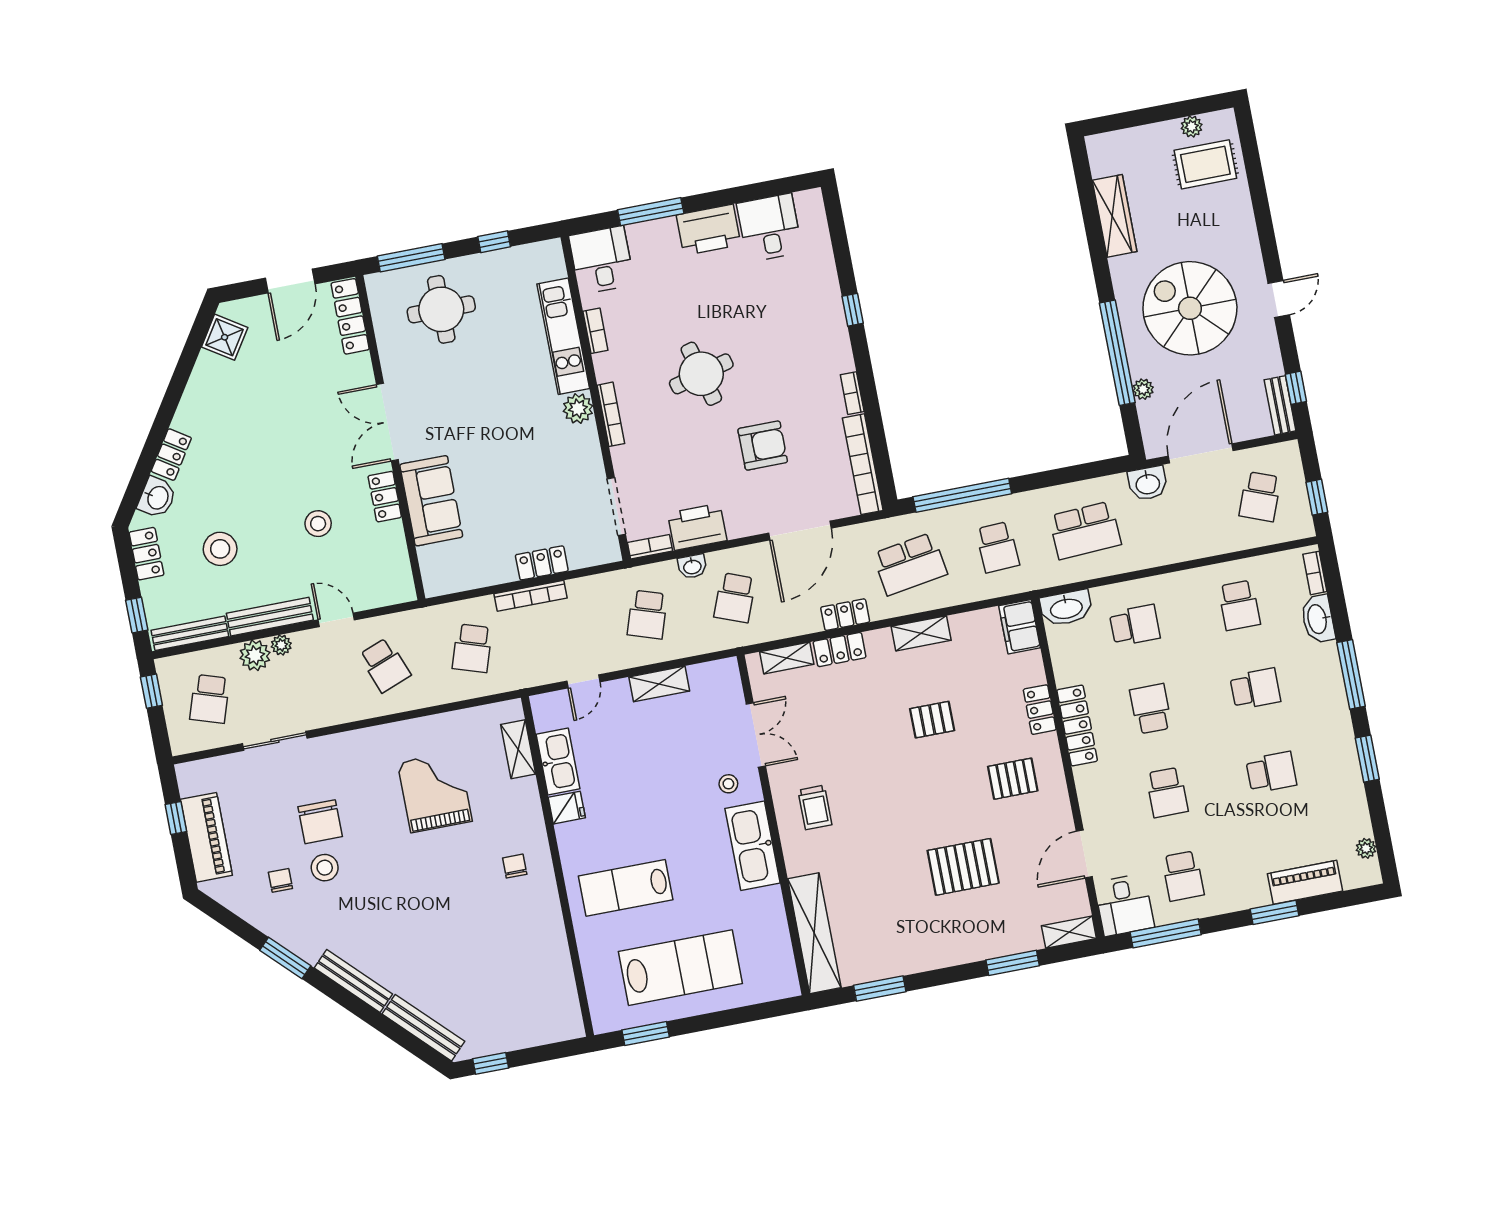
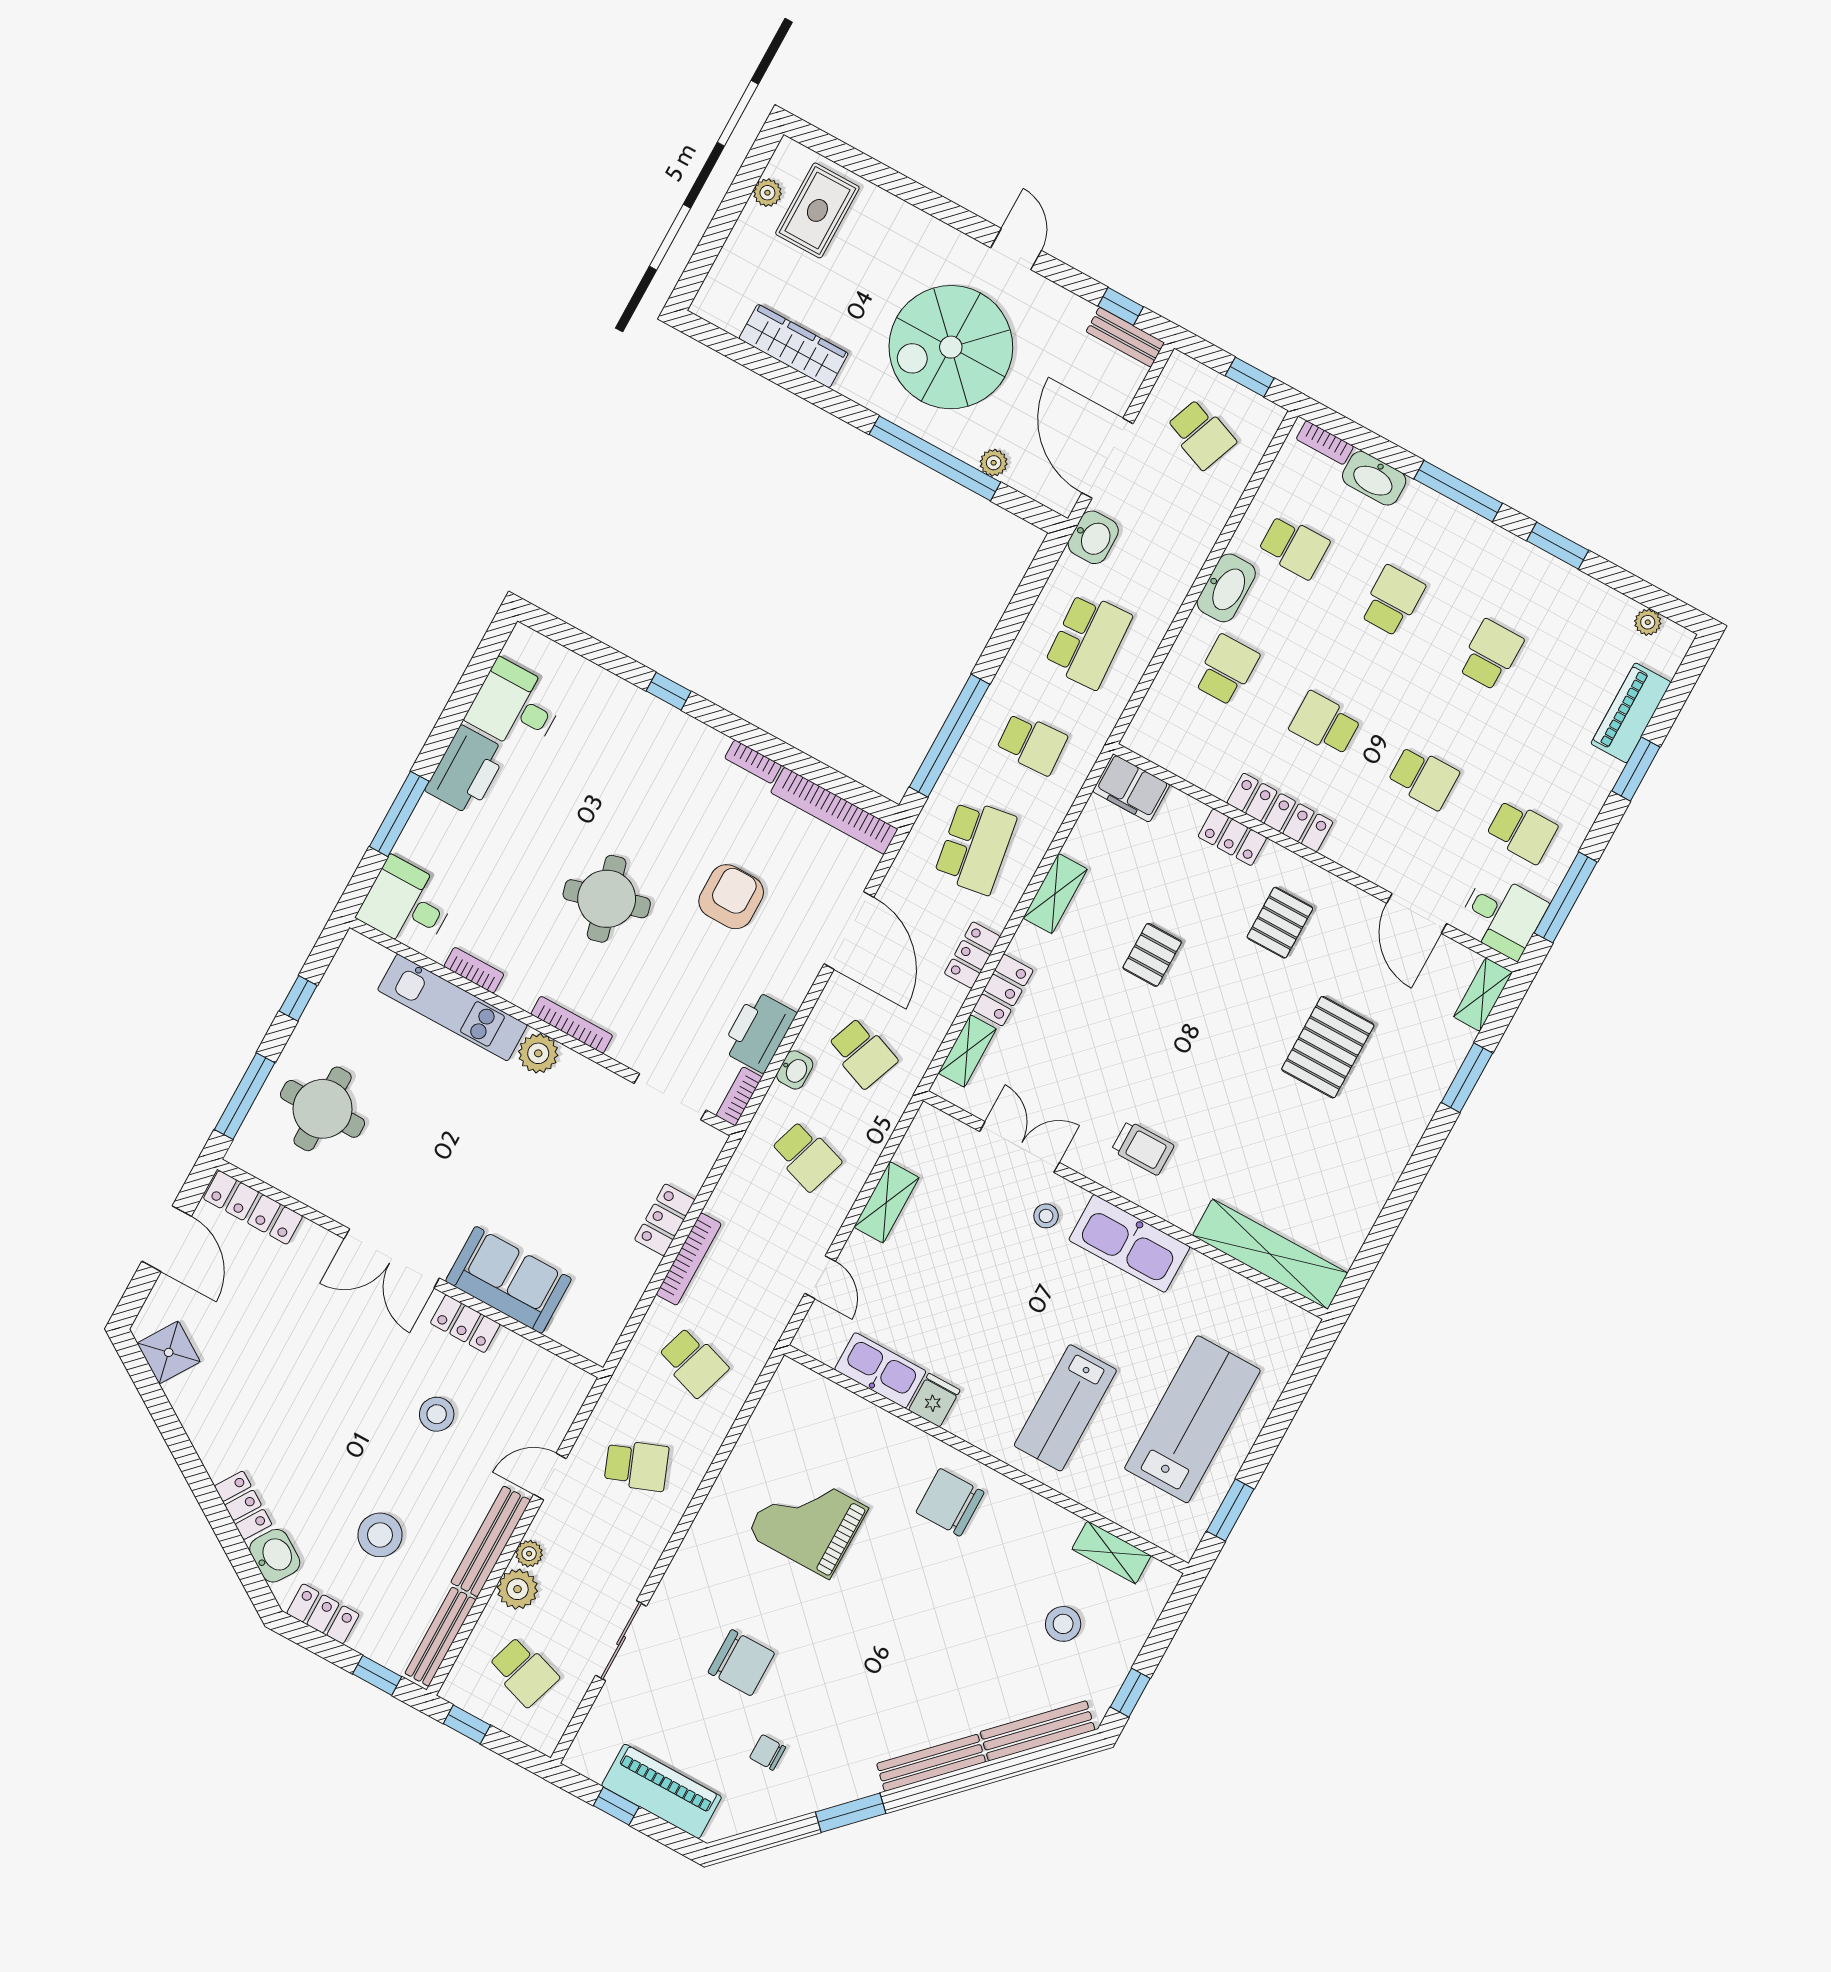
washbasin: (1066, 608) -> (1226, 588), moved
shelving: (518, 749) -> (1111, 1552), moved
chair: (515, 866) -> (950, 1502), width x1.87, depth x1.87
stool: (325, 868) -> (1063, 1624), moved
window: (880, 988) -> (1381, 1234), removed

